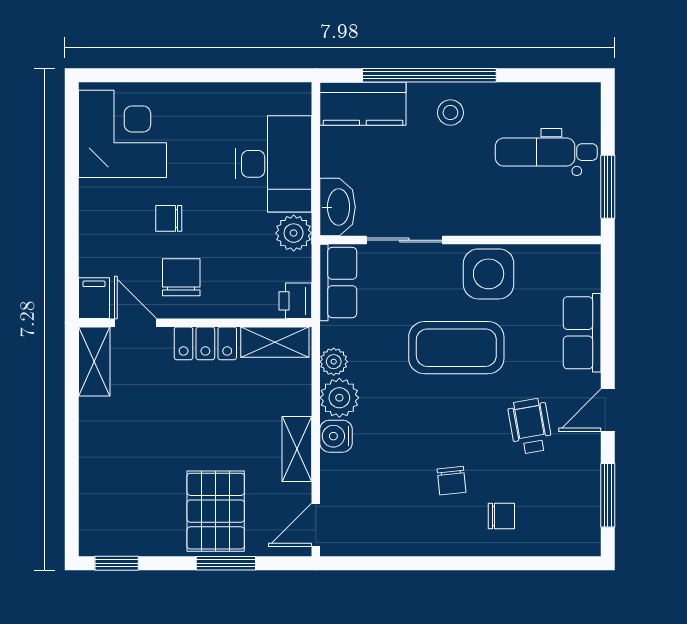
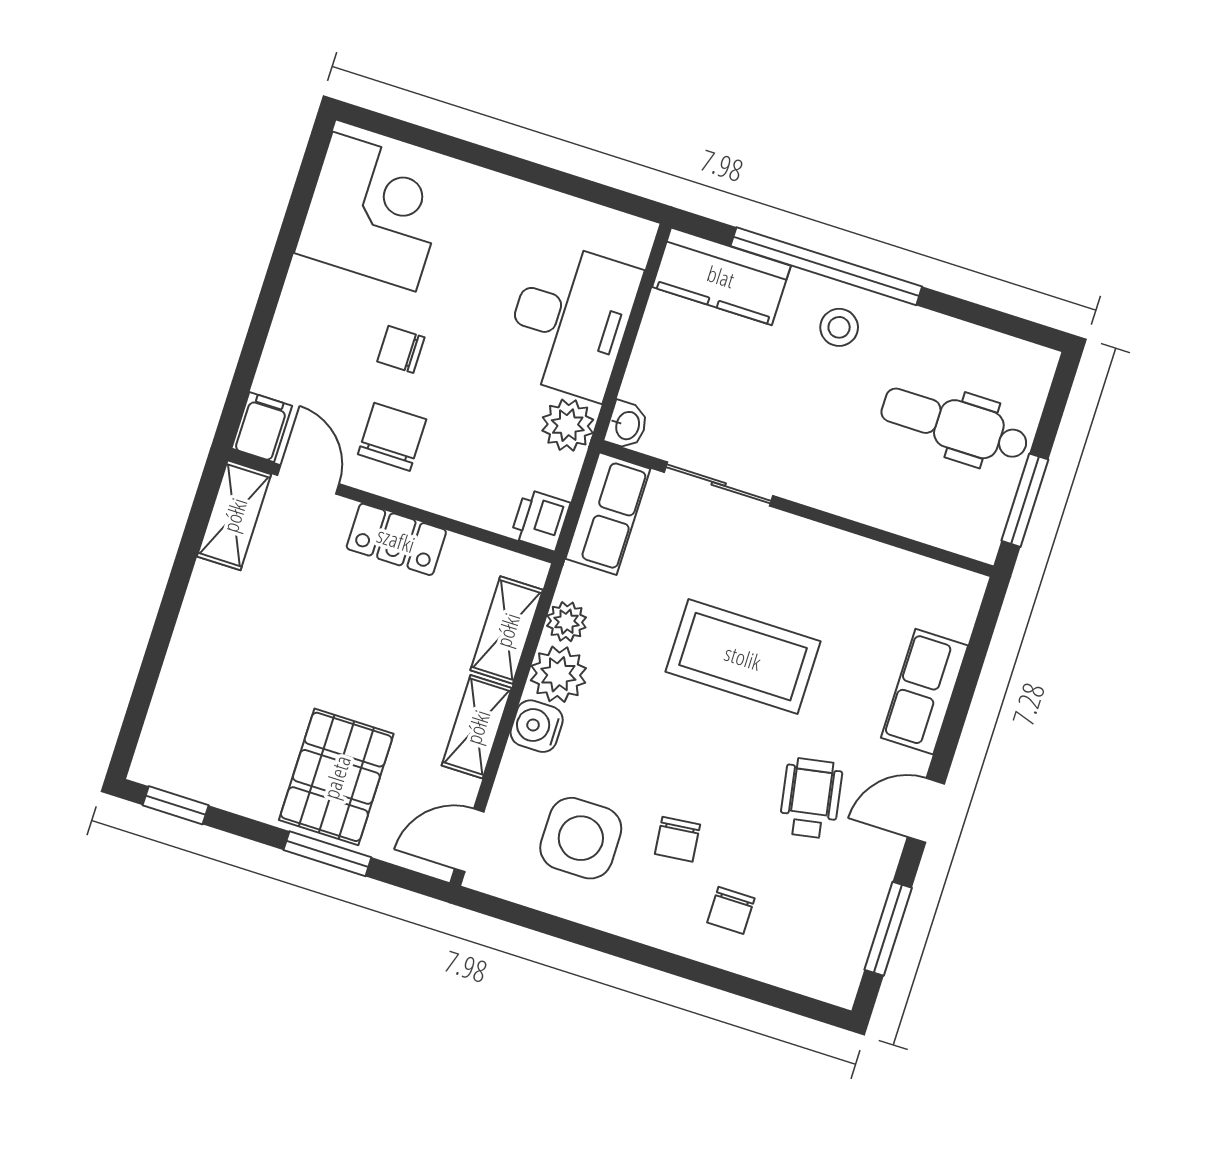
washbasin: (337, 207) -> (627, 425), width x0.52, depth x0.69
side table: (489, 274) -> (581, 838), moved
shelving: (275, 342) -> (507, 630), moved, turned 90
chair: (501, 516) -> (731, 910), turned 90

